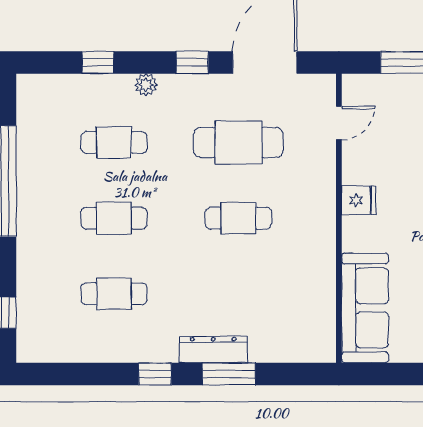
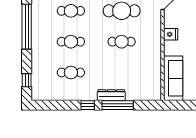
window: (229, 374) -> (118, 105), width x1.44

